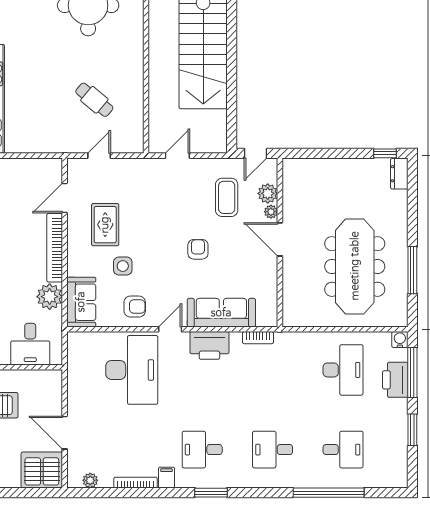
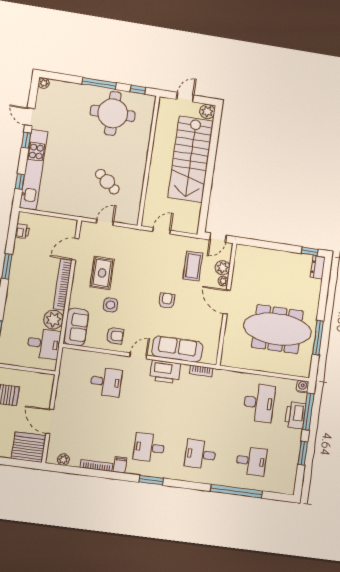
meeting table: (355, 266) -> (277, 329), turned 90
desk: (30, 344) -> (44, 344), moved, turned -90
desk: (132, 370) -> (106, 382), width x0.53, depth x0.77

